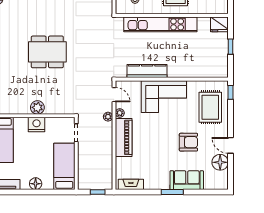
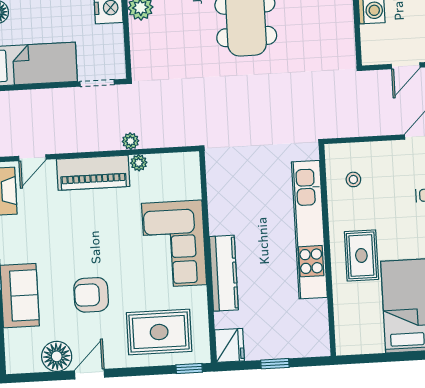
fridge: (219, 24) -> (229, 345), moved, turned 180
kitchen counter: (147, 71) -> (224, 273), moved
door: (114, 95) -> (32, 158), moved
armchair: (188, 142) -> (91, 295), turned 90

